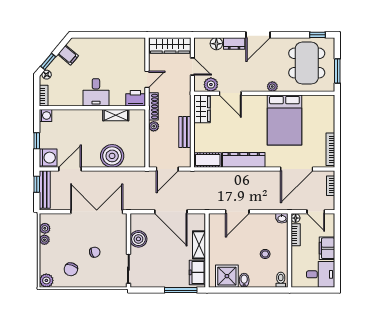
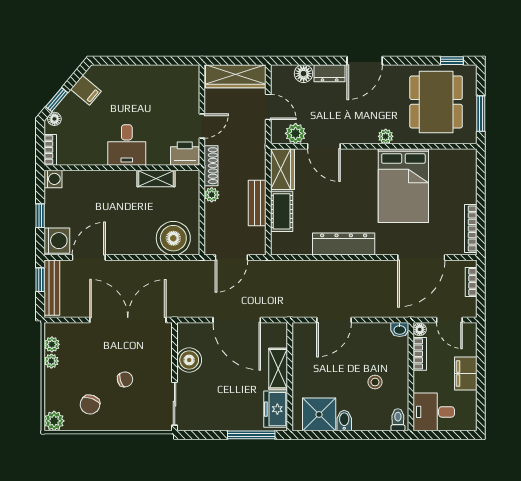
boiler: (112, 156) -> (173, 238), moved
cot: (208, 160) -> (282, 211), moved, turned 90
desk: (321, 274) -> (434, 412), moved, turned 180

